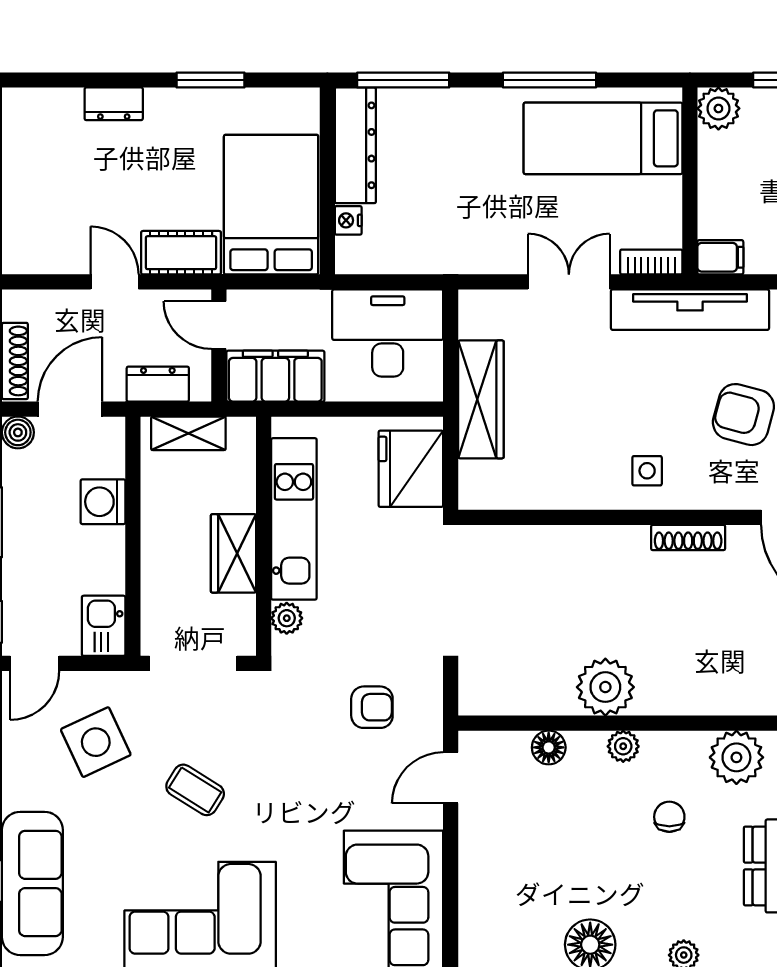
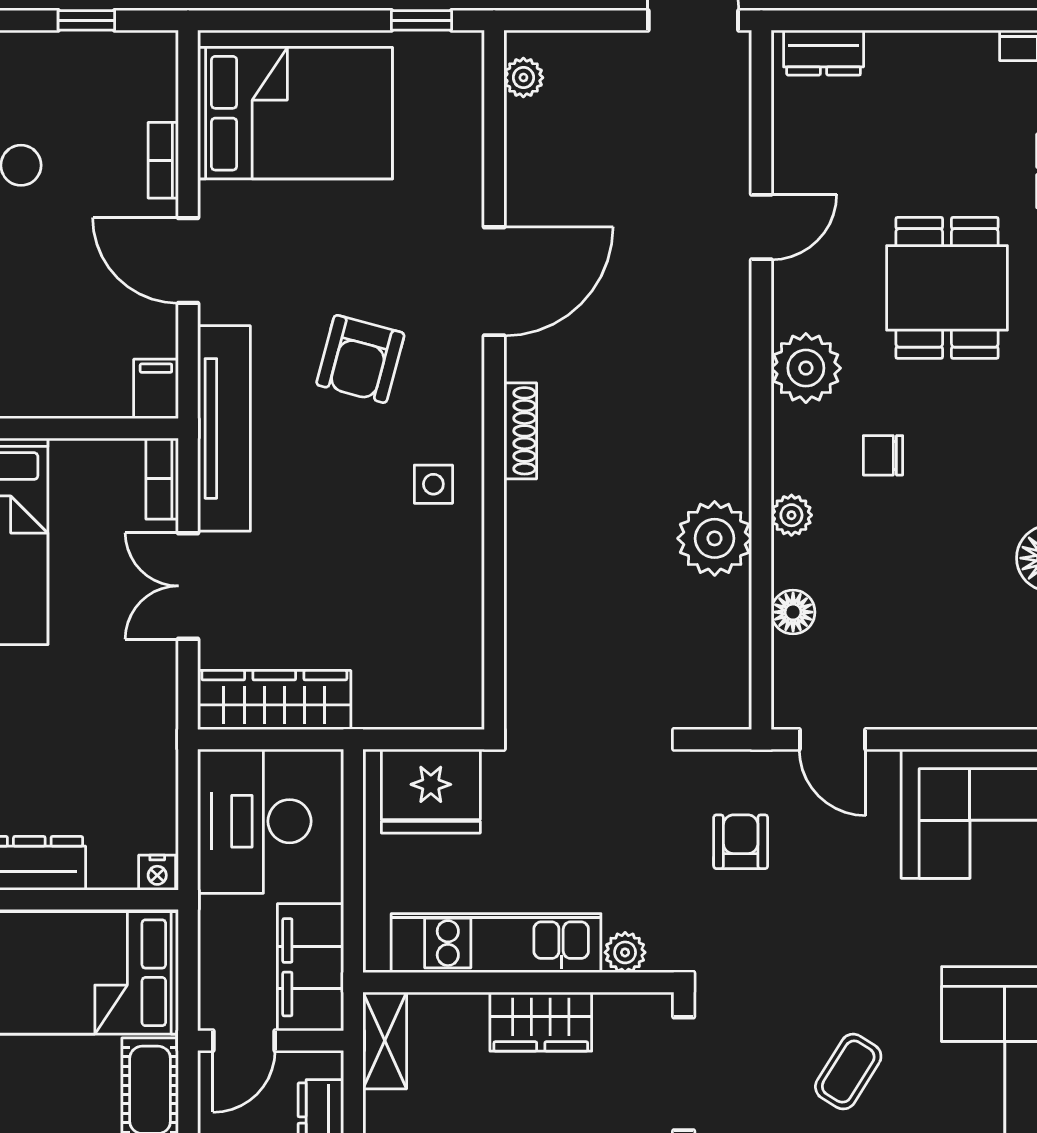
nightstand: (348, 220) -> (157, 873), moved
wardrobe: (481, 399) -> (274, 700), moved
shelving: (188, 433) -> (385, 1041), moved

